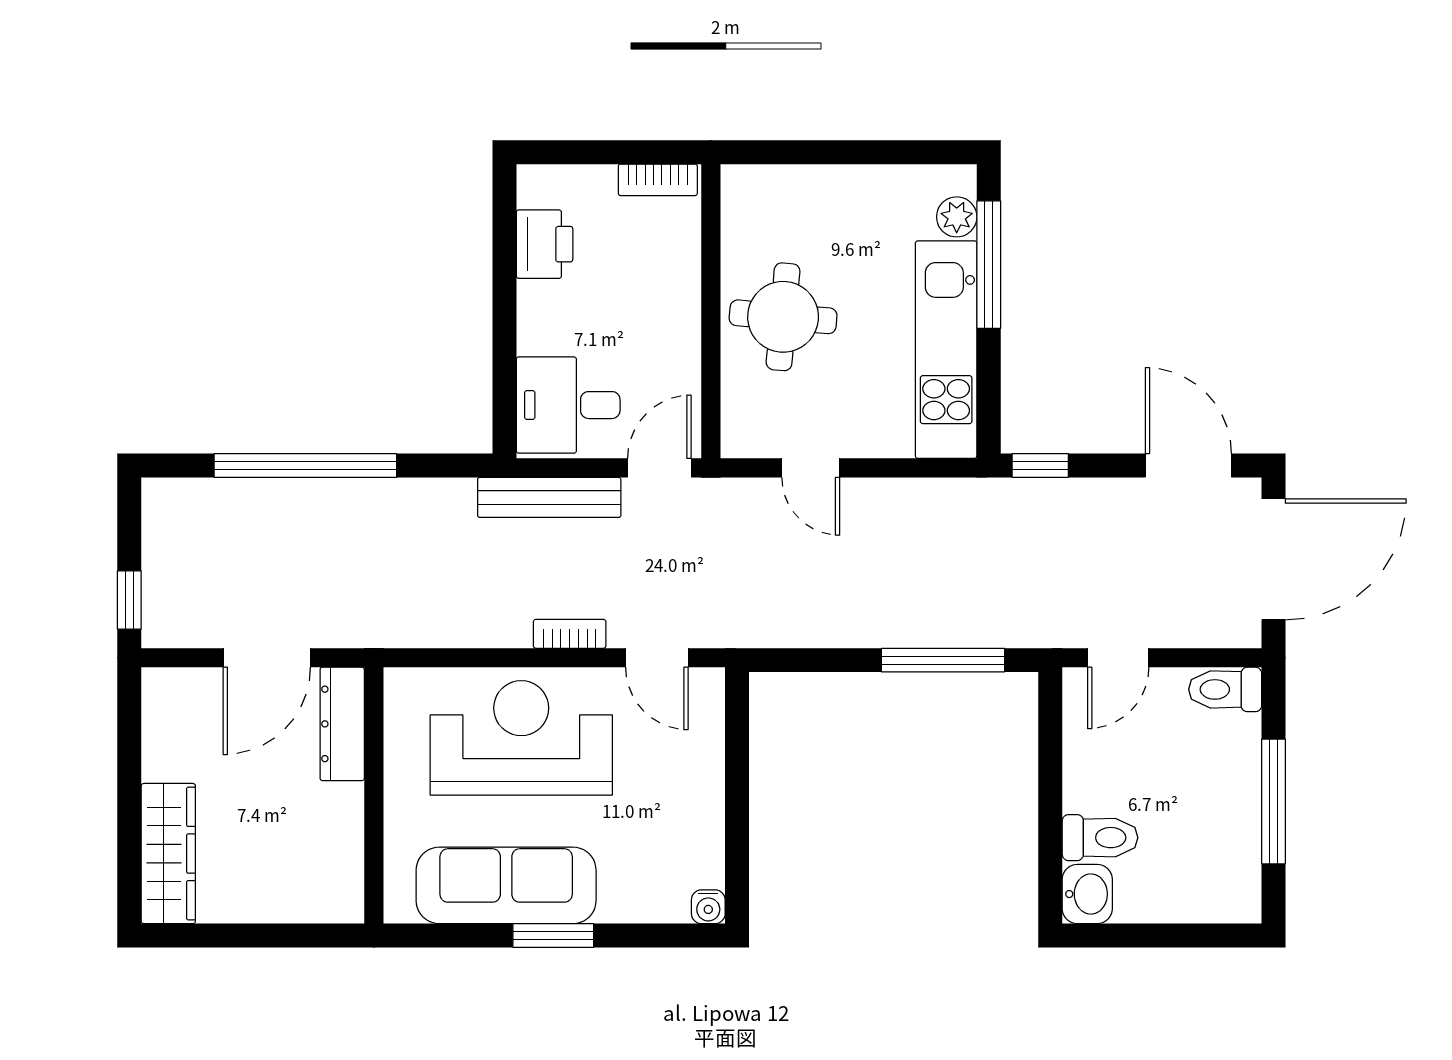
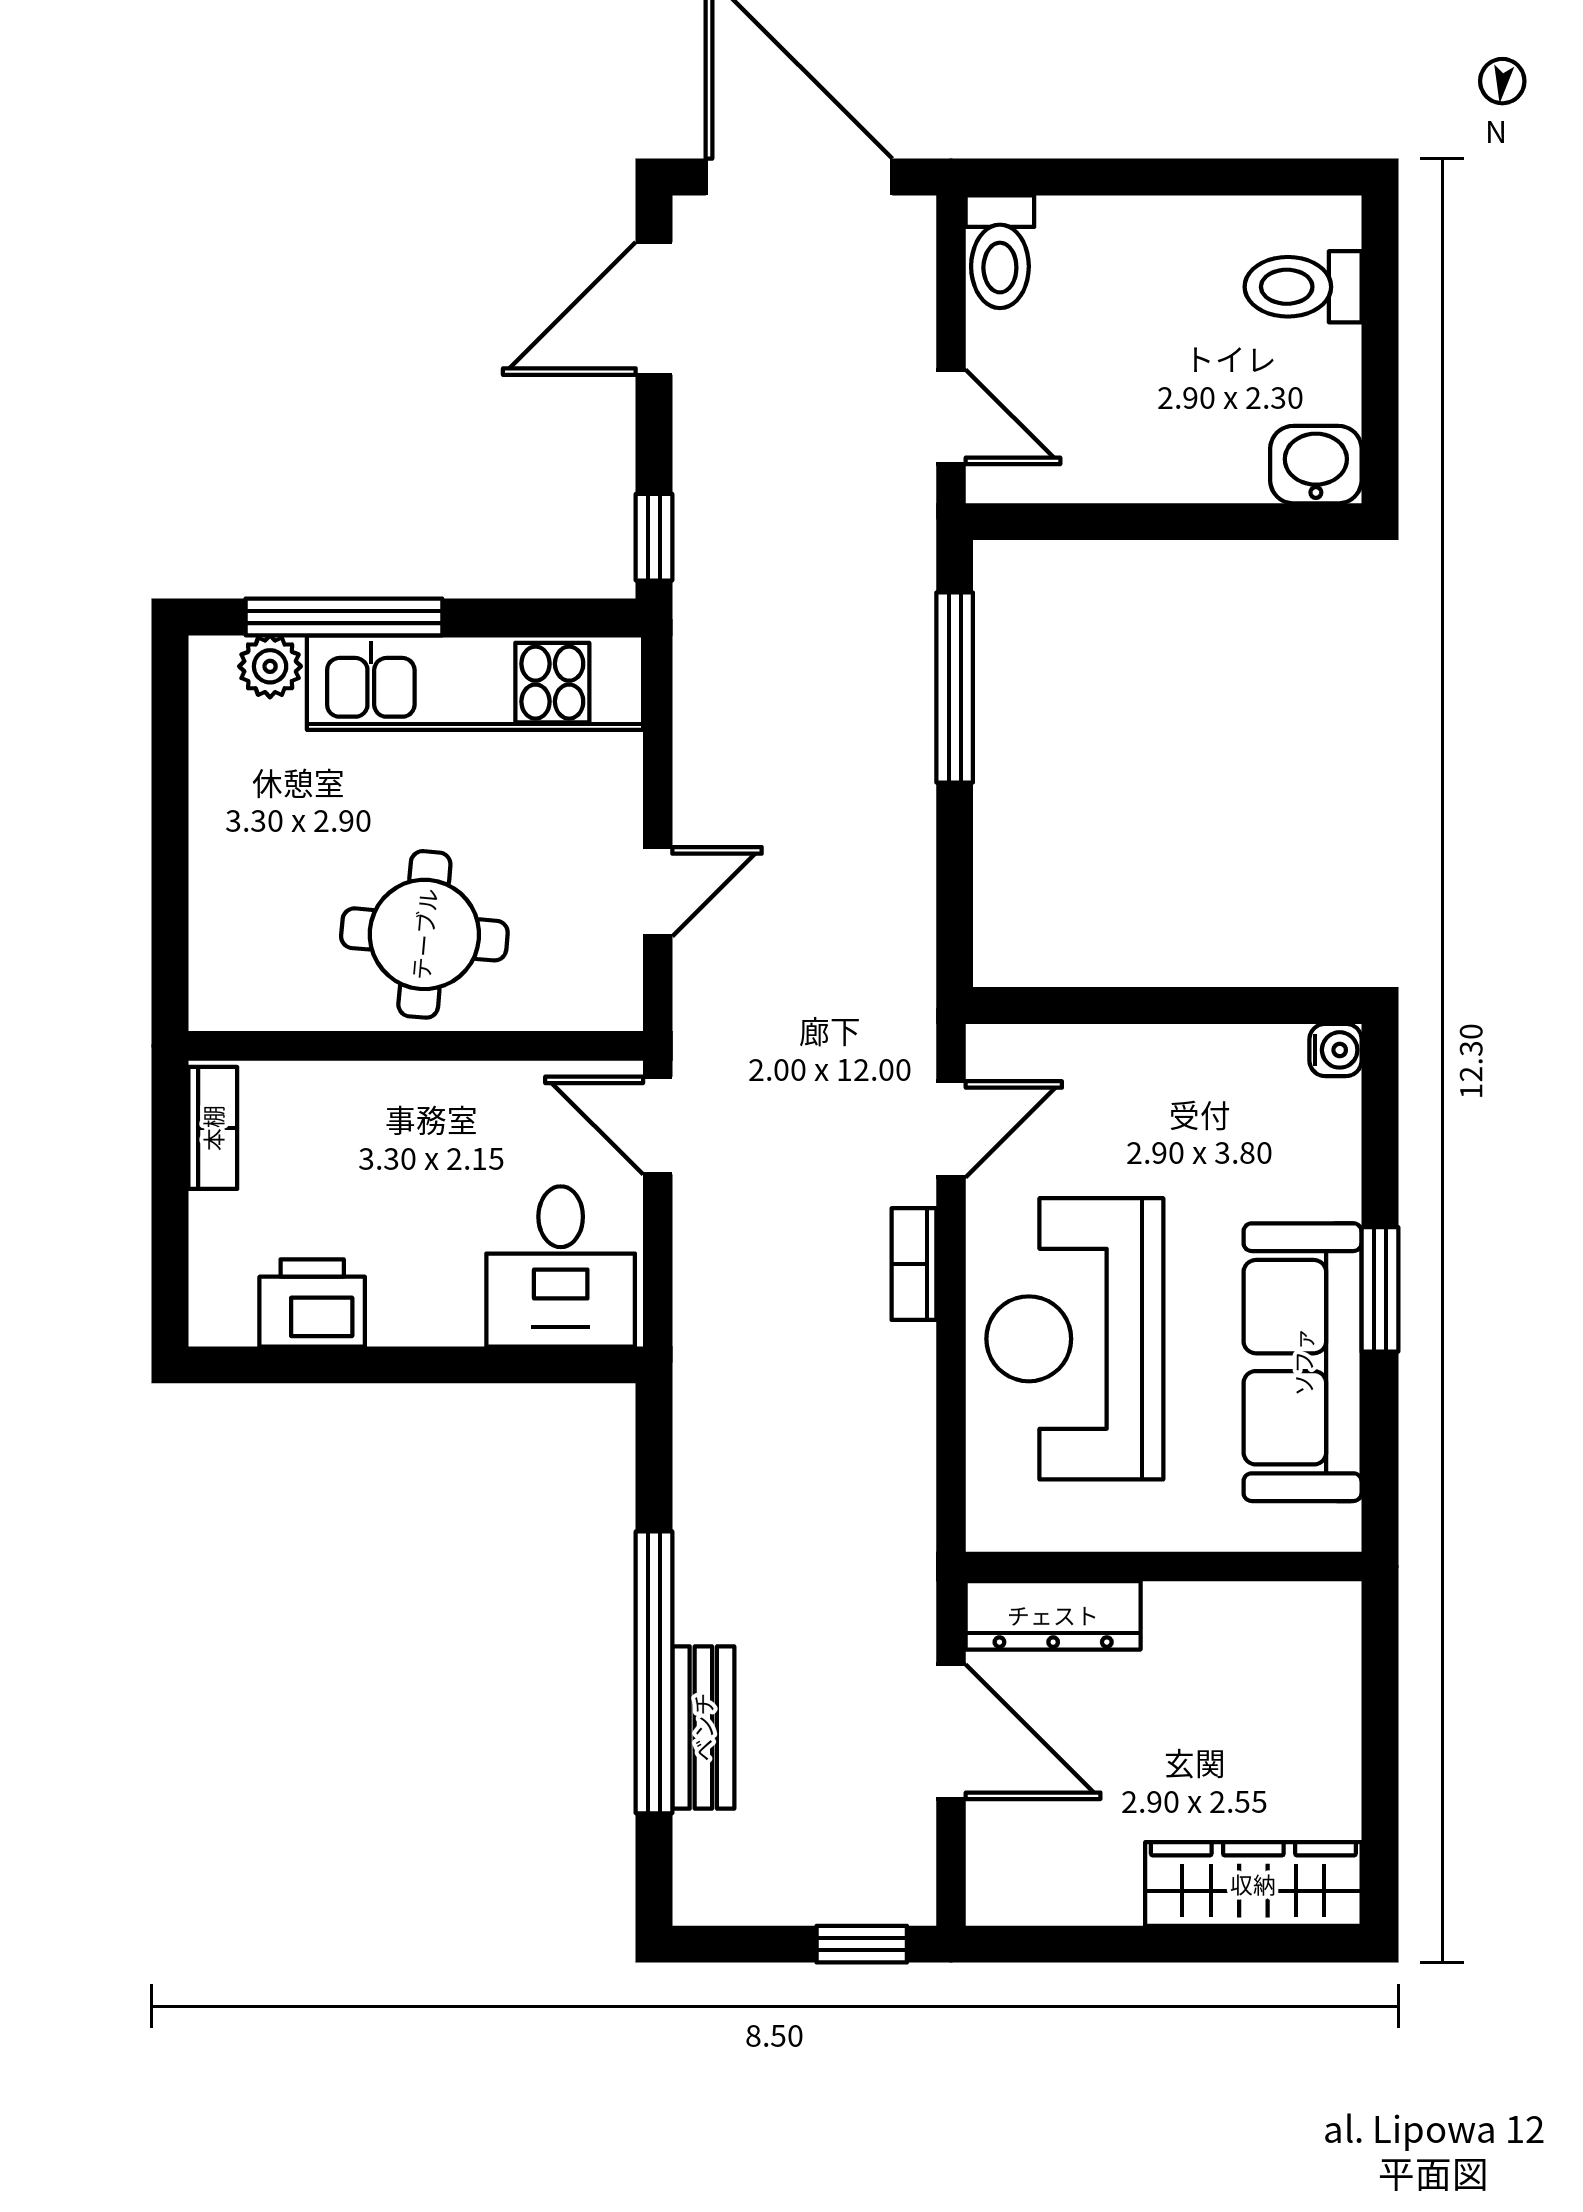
bench: (549, 497) -> (703, 1727), moved, width x0.73
window: (1274, 802) -> (1173, 177), removed
toilet: (1100, 838) -> (1303, 287), moved, turned -90

